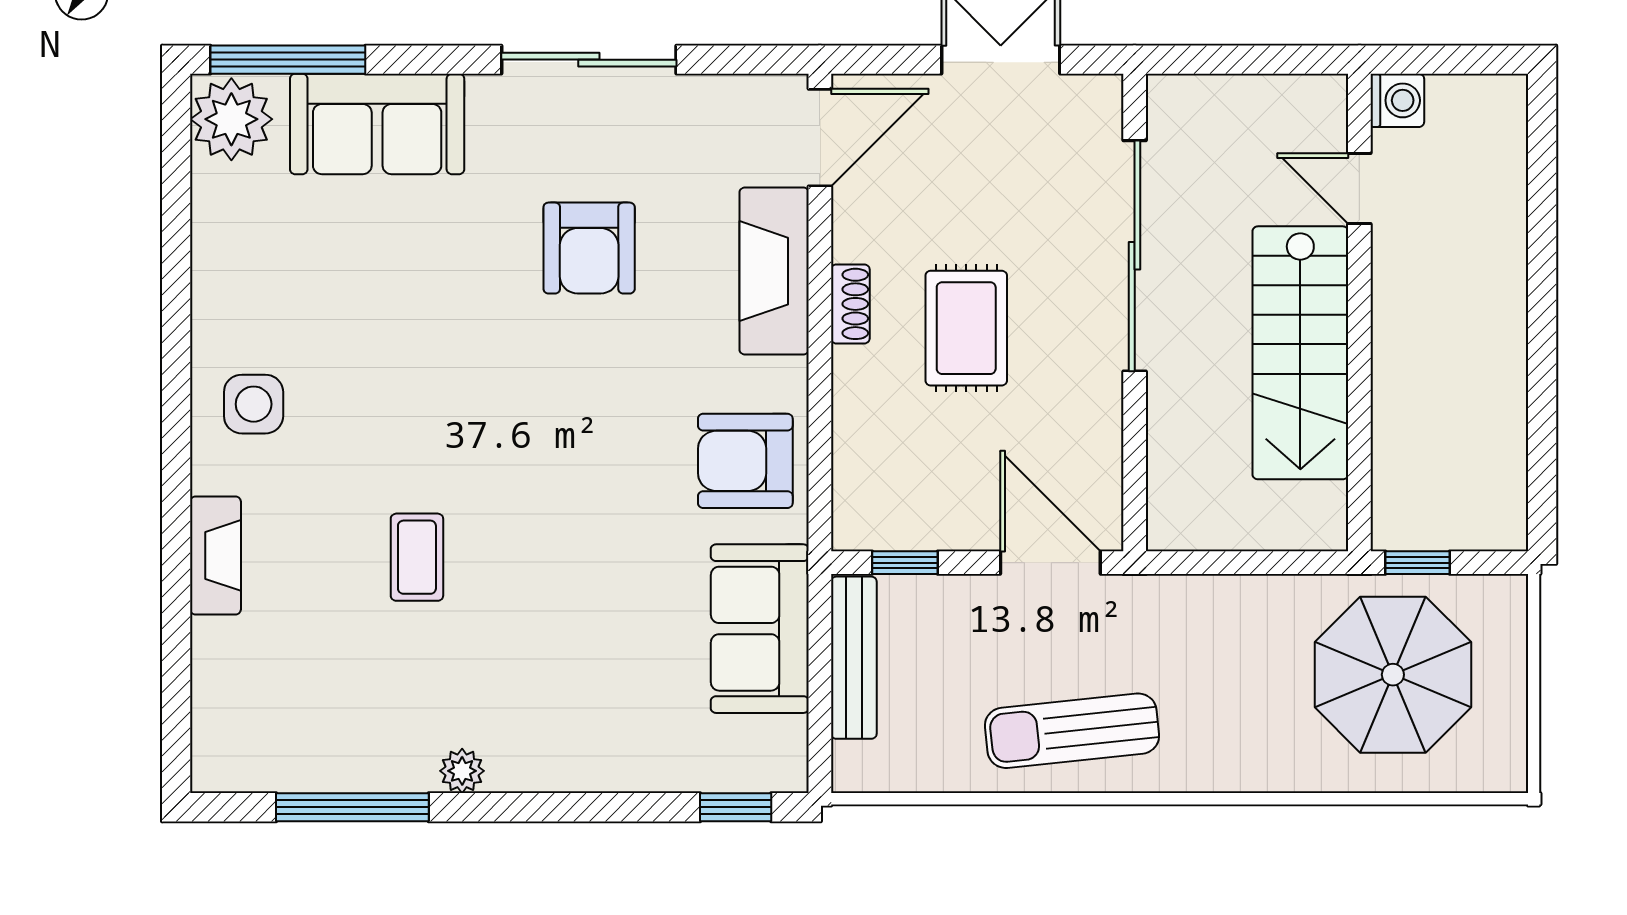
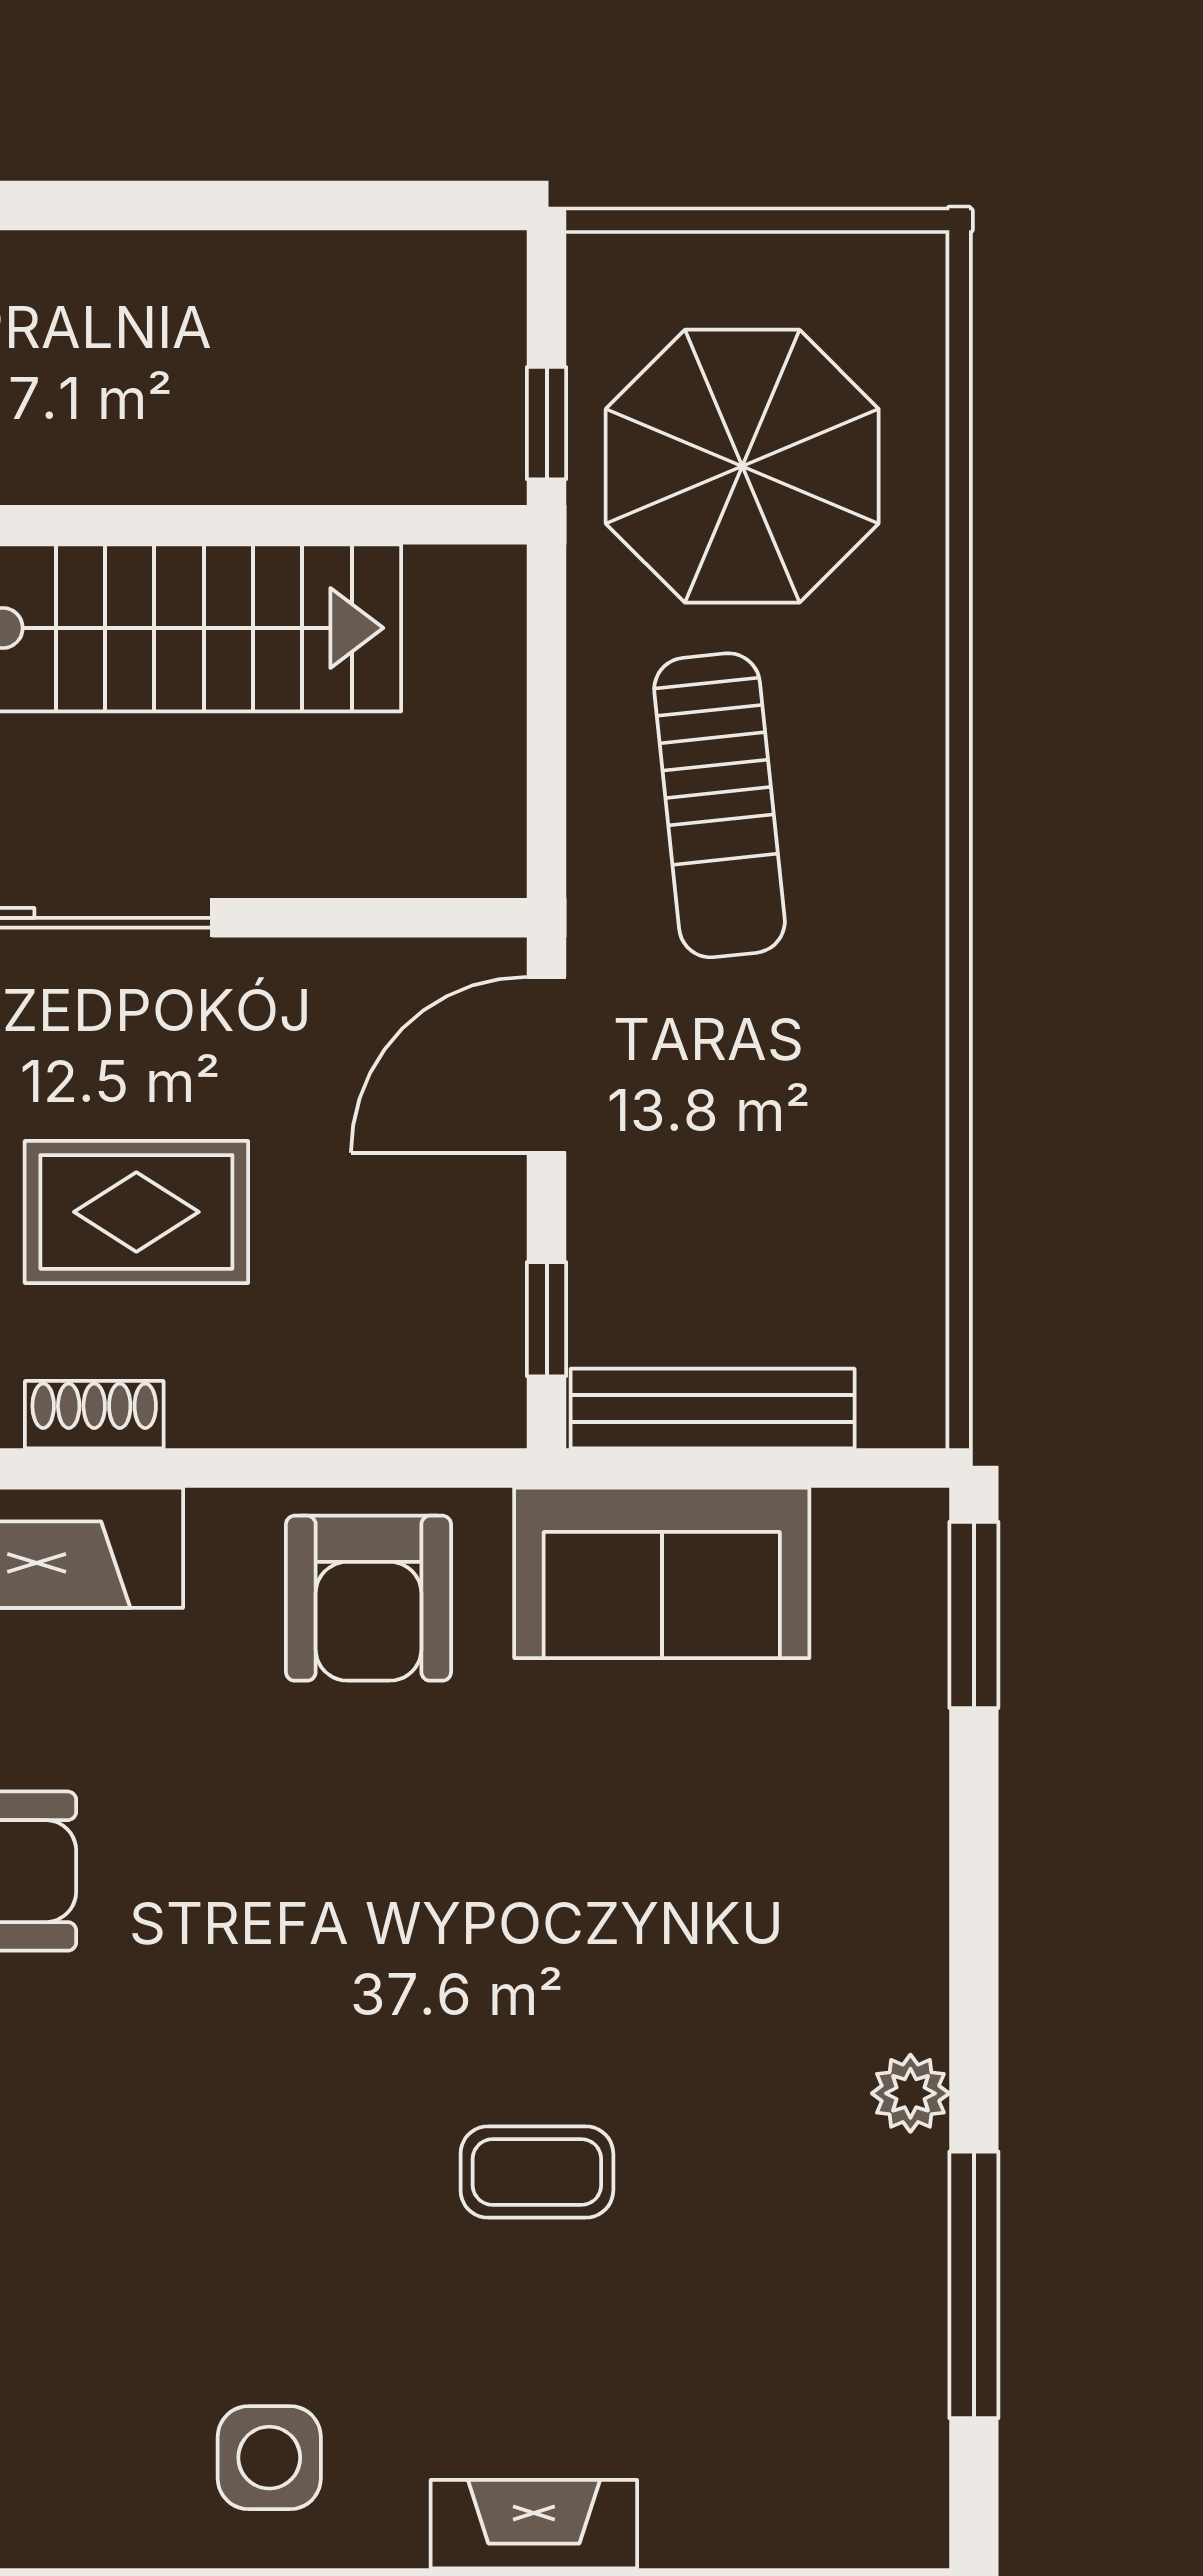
sun lounger: (1072, 731) -> (719, 805), moved
window: (736, 807) -> (974, 1615), width x1.50

